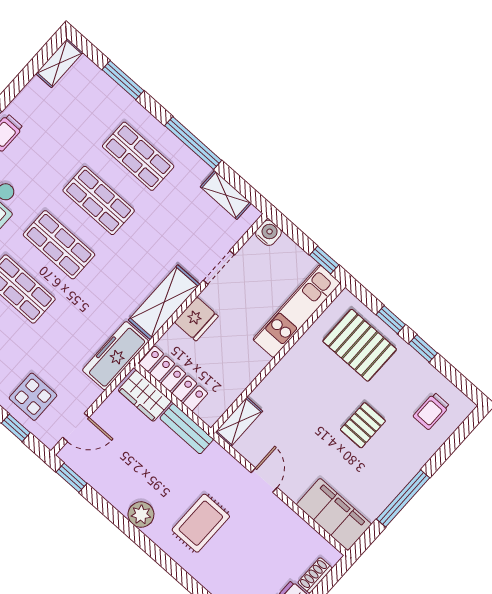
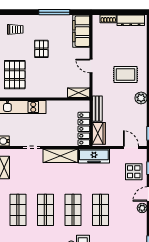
fridge: (196, 319) -> (56, 139), removed
pallet: (363, 425) -> (41, 49), turned 90
door: (264, 480) -> (91, 66), hinge flipped

